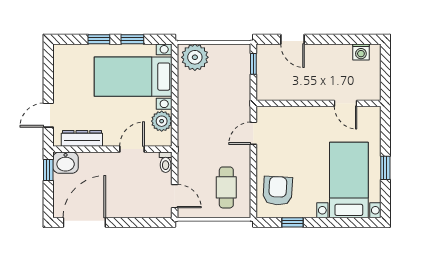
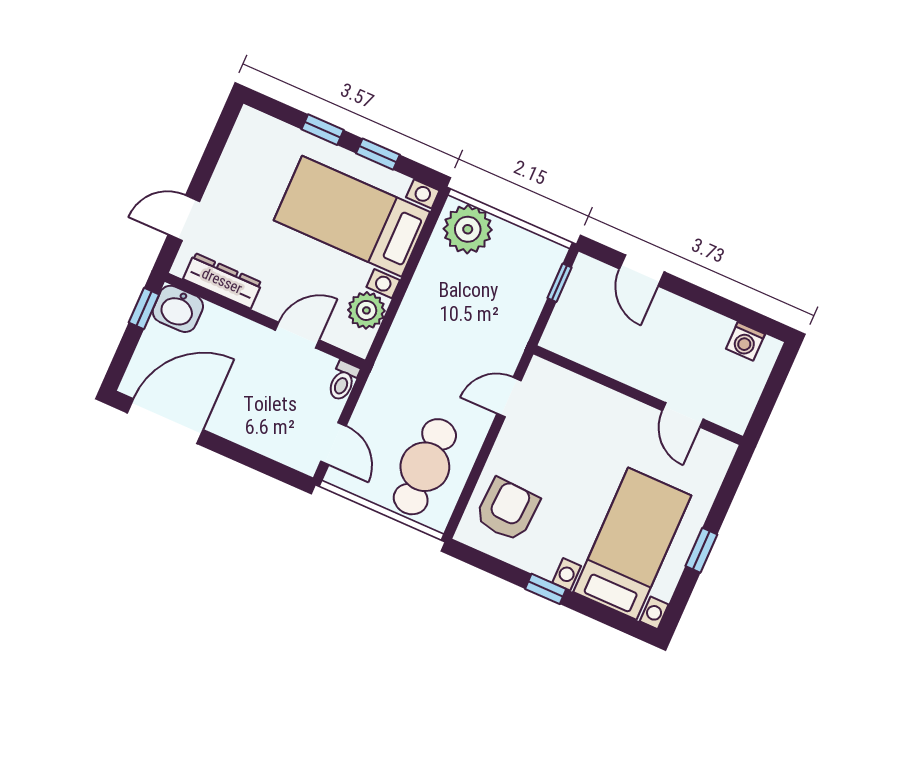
cafe table: (226, 187) -> (425, 467), width x1.37, depth x1.35
window: (292, 222) -> (546, 589), moved

